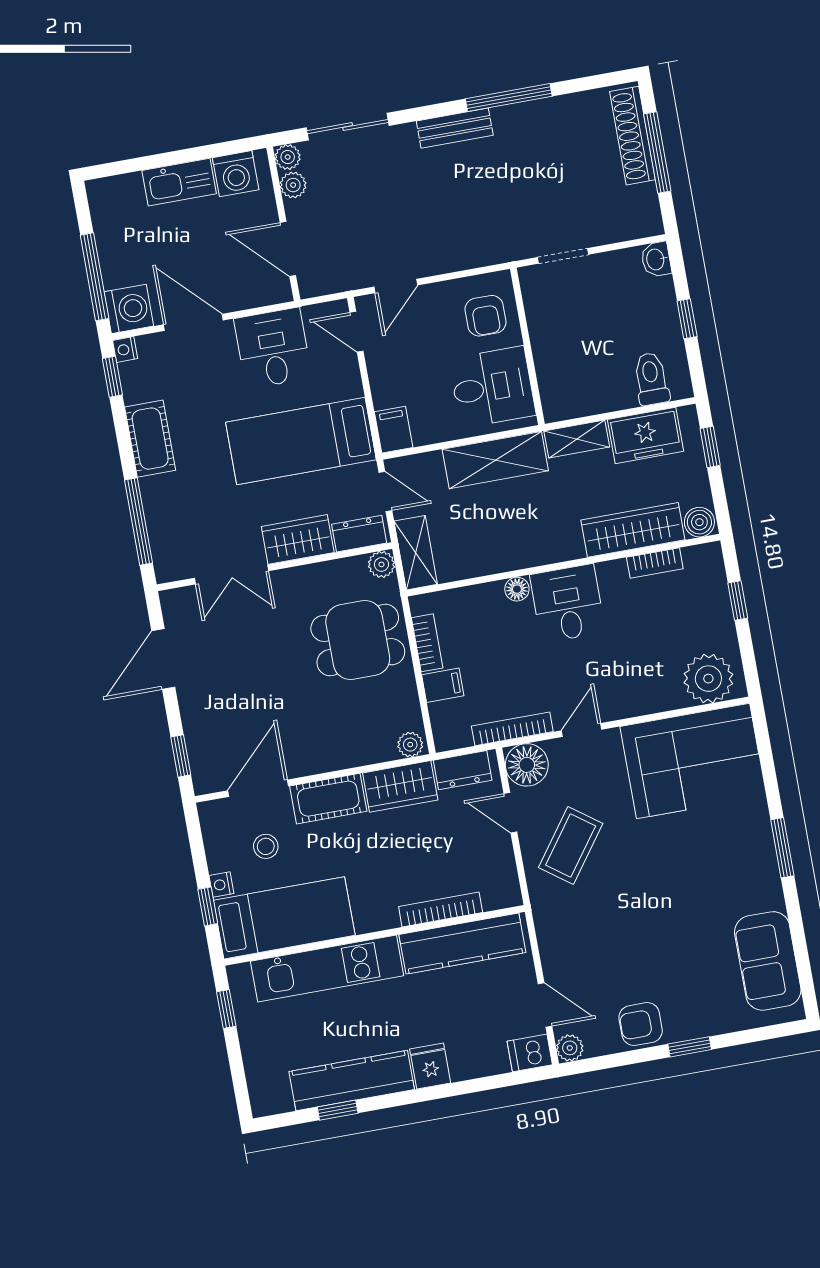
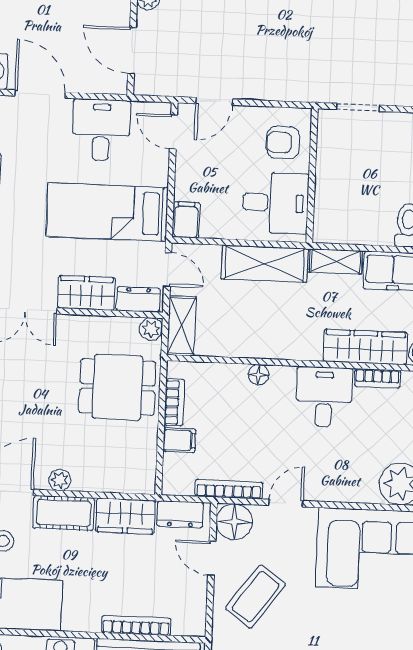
armchair: (486, 316) -> (283, 143), turned 90
desk: (568, 603) -> (324, 397), moved
plant: (410, 745) -> (60, 480), moved

